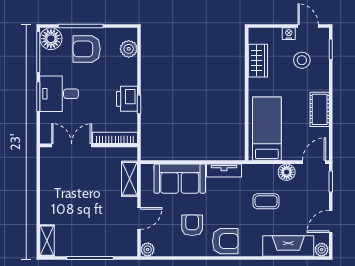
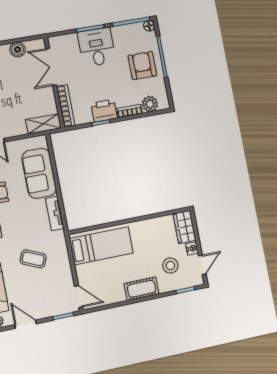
floor lamp: (51, 39) -> (149, 26), width x0.53, depth x0.53
wardrobe: (258, 61) -> (184, 227), moved, turned 90
bookcase: (132, 72) -> (130, 111), added
cot: (320, 109) -> (141, 289), moved
double door: (72, 145) -> (51, 67), swing flipped
floor lamp: (287, 172) -> (64, 273), removed
boiler: (48, 177) -> (18, 50), added
shelving: (129, 179) -> (43, 124), moved
coffee table: (266, 201) -> (33, 259), turned -66

